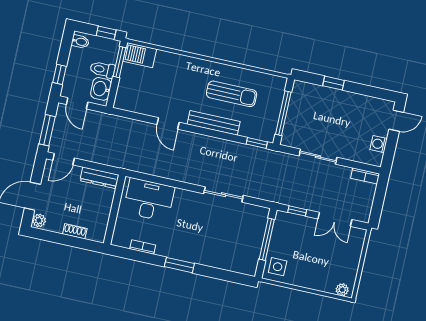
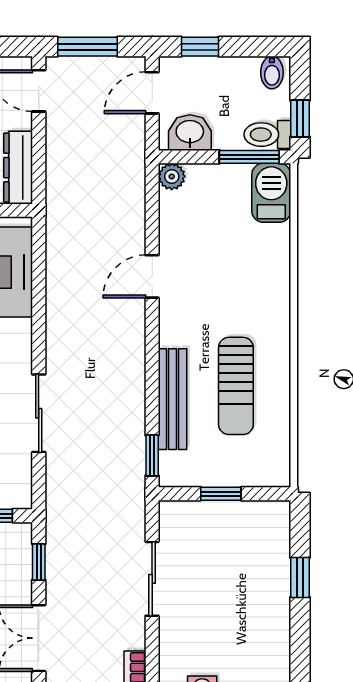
toilet: (102, 70) -> (267, 135), moved, turned -90
plant: (121, 103) -> (172, 176), added
window: (283, 113) -> (221, 494), width x0.46
bench: (214, 123) -> (172, 399), moved

